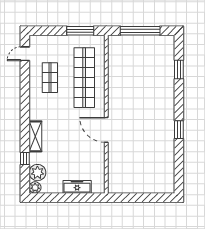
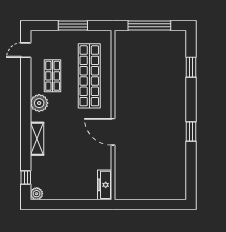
window: (80, 31) -> (73, 25), moved
window: (25, 159) -> (26, 177), moved
plant: (37, 173) -> (39, 103), moved
freezer: (77, 187) -> (105, 185), moved, turned -90

